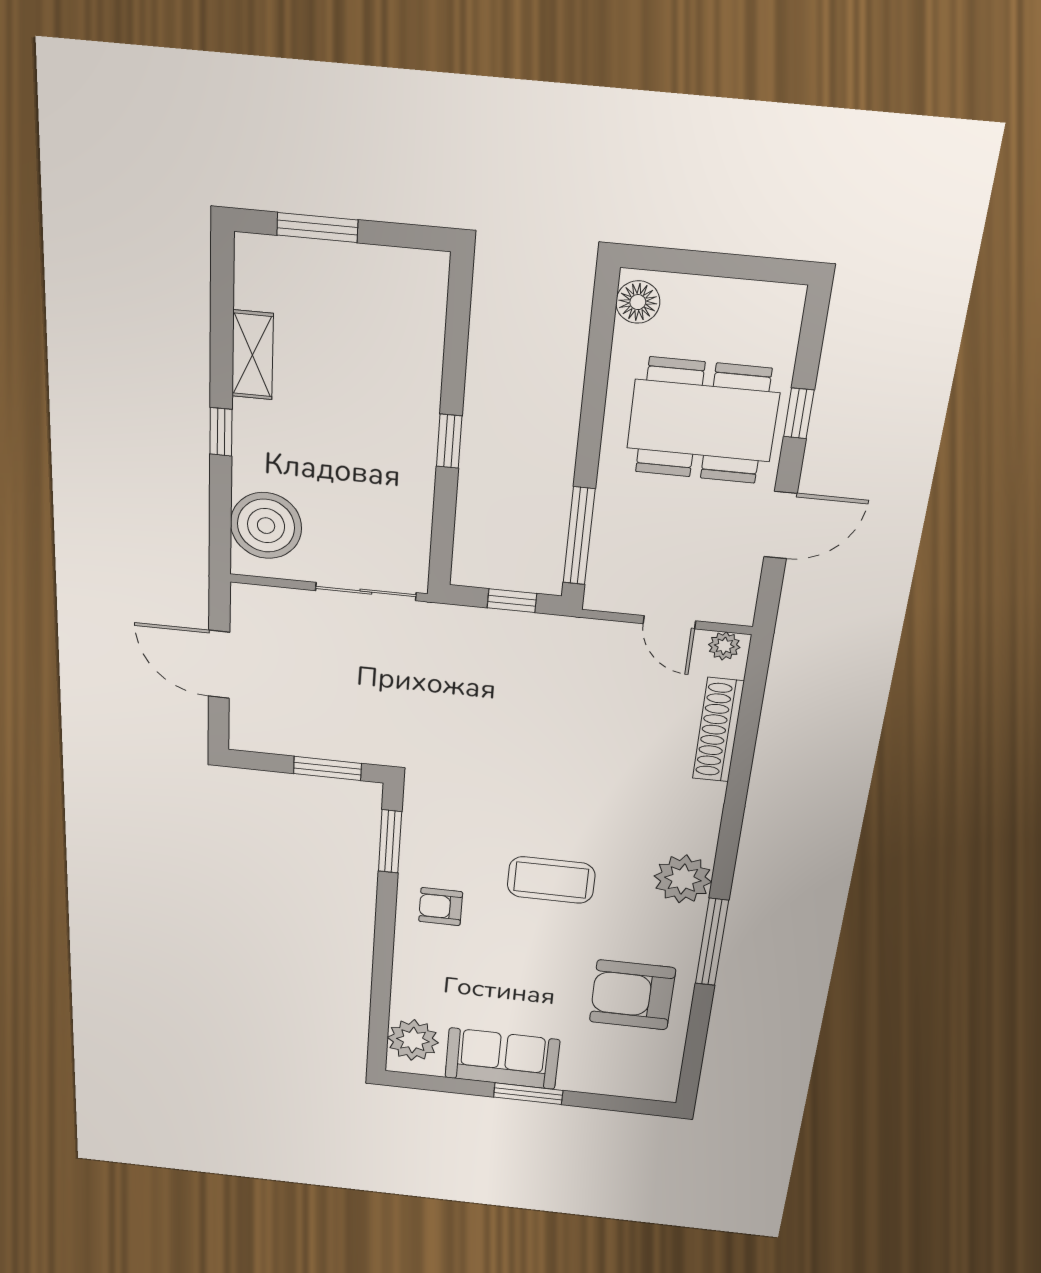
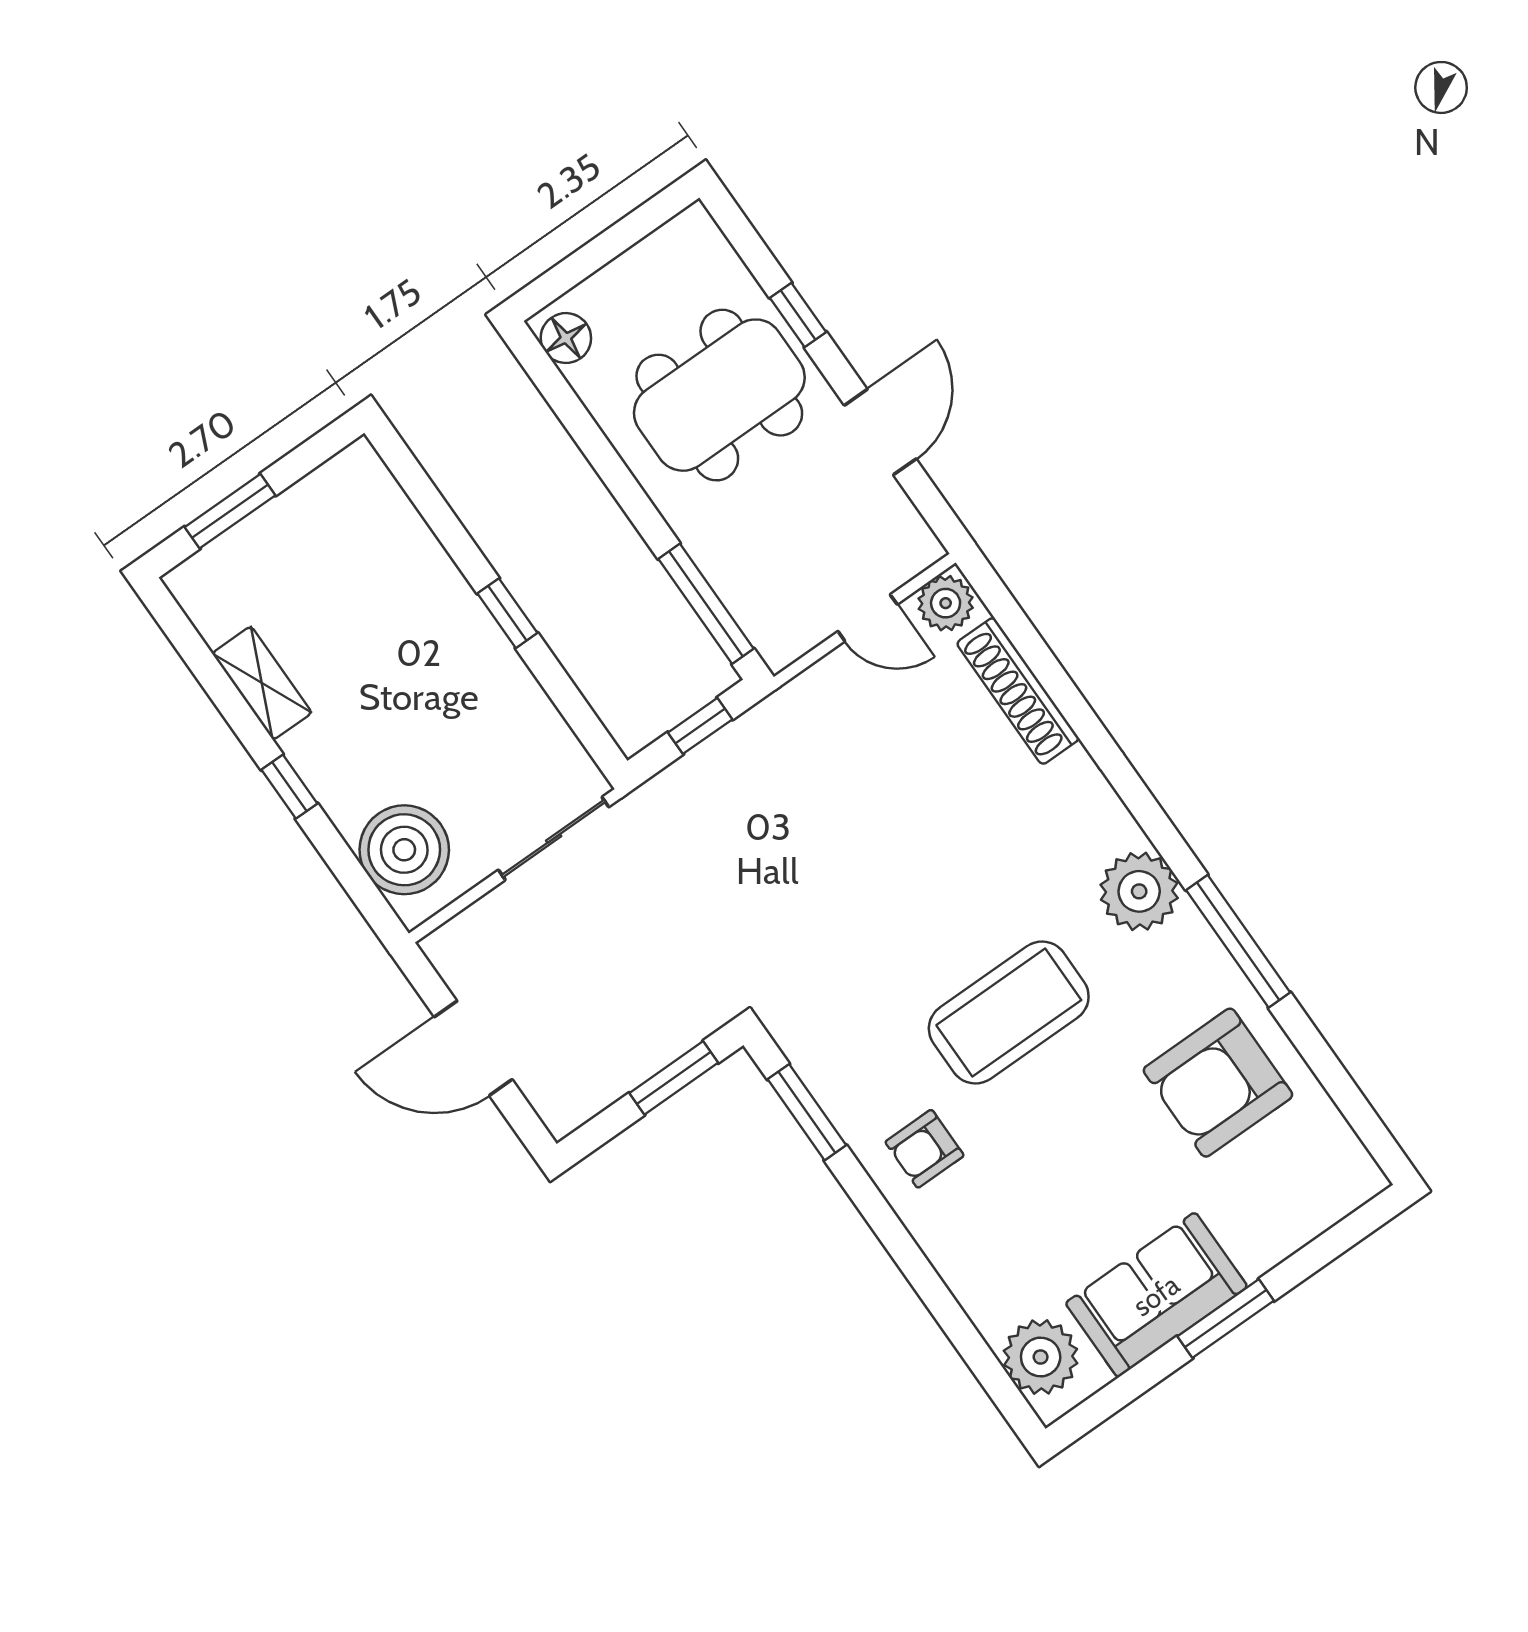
plant: (724, 646) -> (946, 603), width x1.38, depth x1.38
coffee table: (551, 880) -> (1009, 1013), width x1.36, depth x1.32

